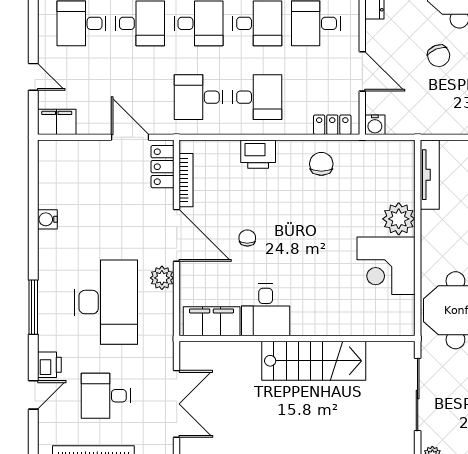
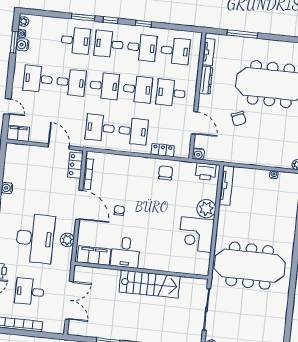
locker: (332, 125) -> (163, 150), moved
printer: (258, 154) -> (206, 172), moved
plant: (162, 278) -> (67, 240), moved

